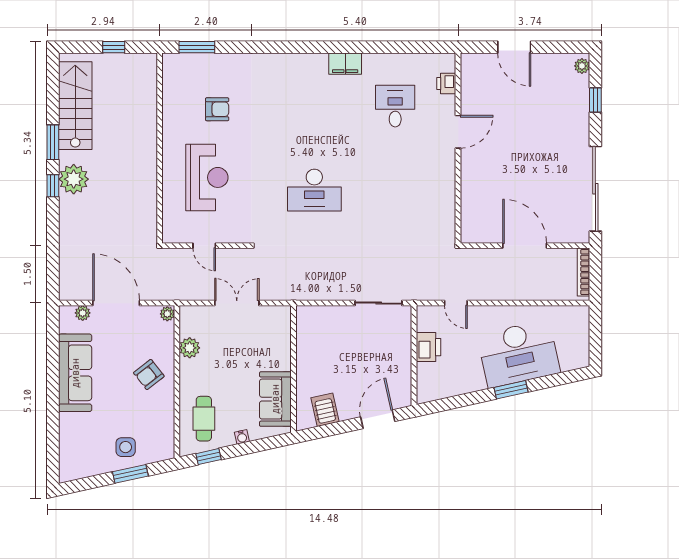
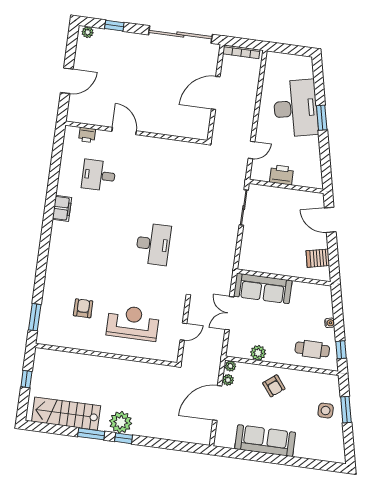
plant: (83, 313) -> (228, 380), moved
sofa: (275, 399) -> (263, 288), moved, width x1.36

